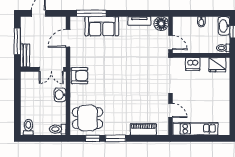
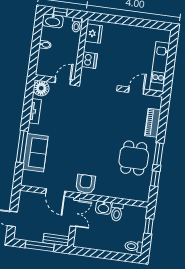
window: (91, 13) -> (22, 147), moved
door: (68, 38) -> (55, 192), moved
dining table: (88, 118) -> (134, 158), moved
toilet: (58, 129) -> (117, 212), moved
window: (49, 138) -> (149, 226), added

